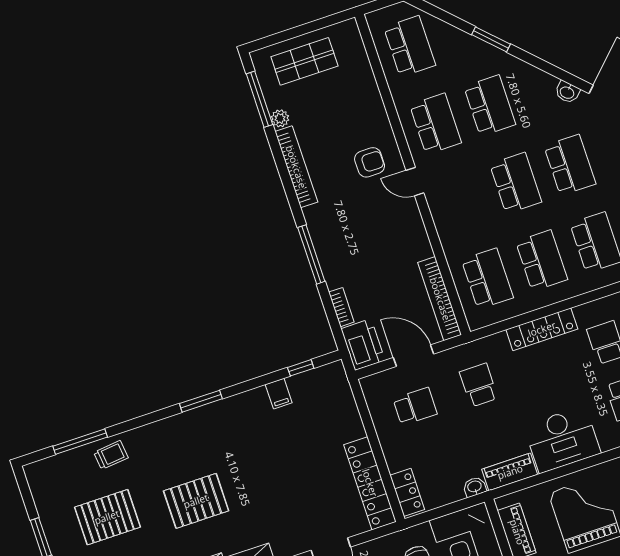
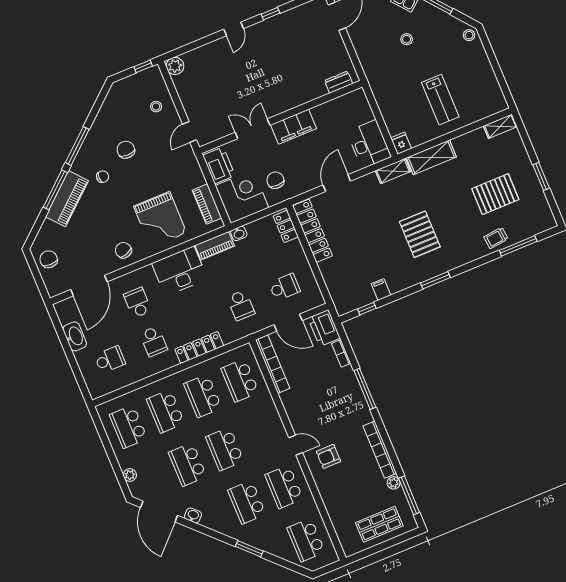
school desk: (415, 406) -> (285, 287), turned 180
pallet: (196, 501) -> (420, 234), moved, turned 90

